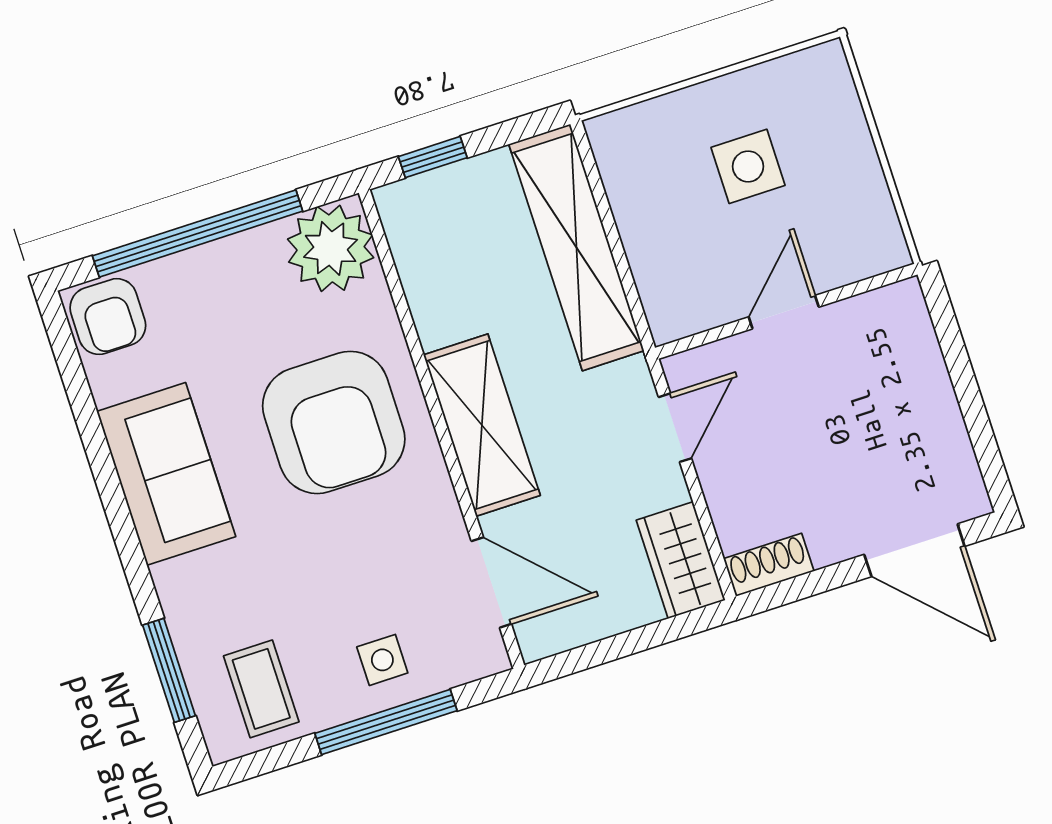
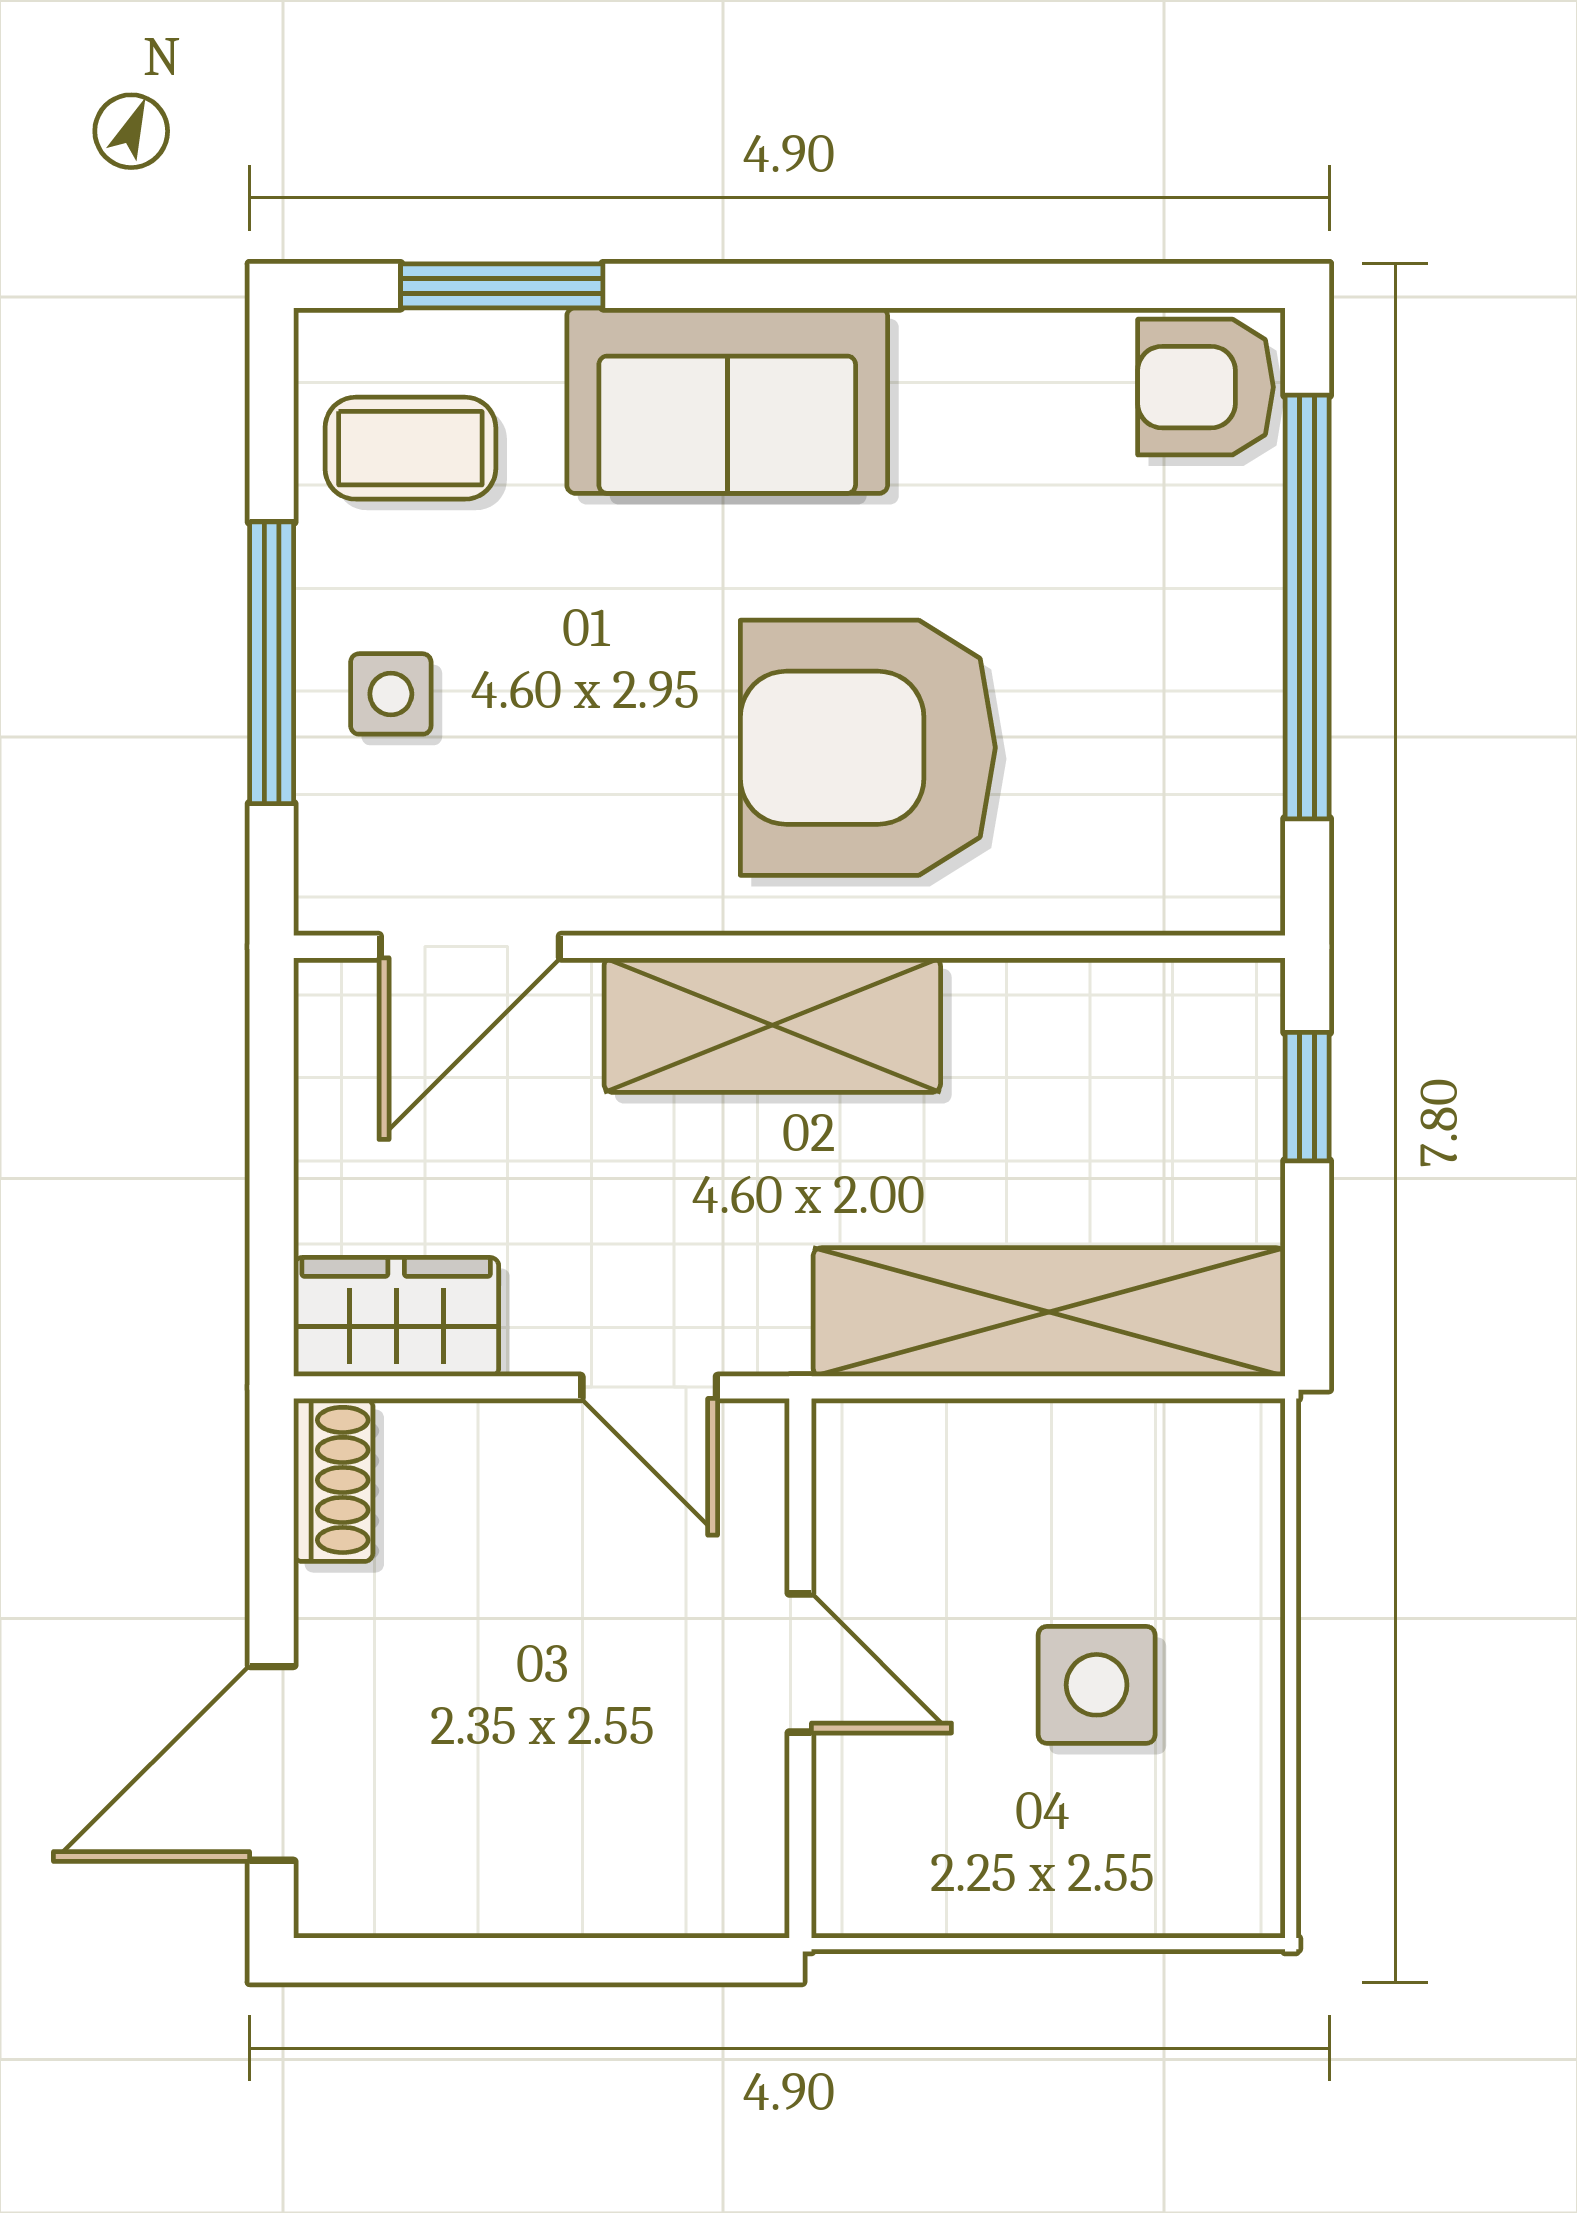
plant: (331, 248) -> (1198, 848), removed
sofa: (166, 474) -> (727, 401), moved

